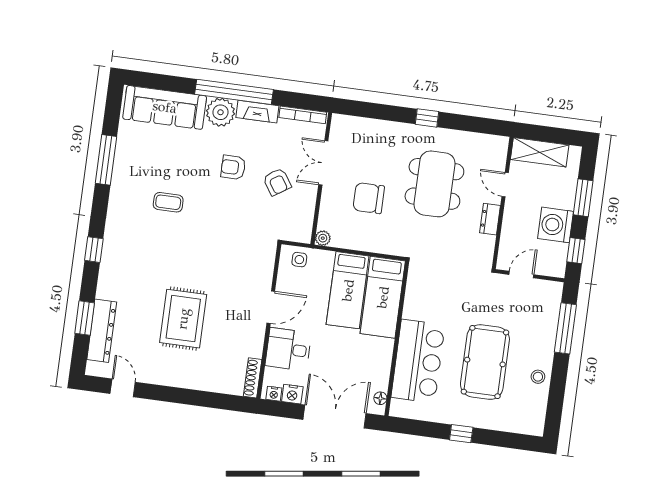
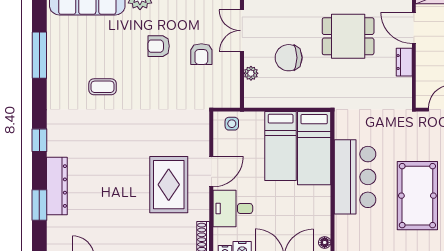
armchair: (277, 182) -> (201, 54), turned 33
dining table: (434, 184) -> (348, 36), width x0.73
door: (505, 185) -> (414, 28), width x1.38
plant: (323, 238) -> (251, 73), moved
rug: (183, 319) -> (169, 185), moved
dresser: (102, 331) -> (57, 186), moved
bar counter: (418, 361) -> (355, 177), moved

